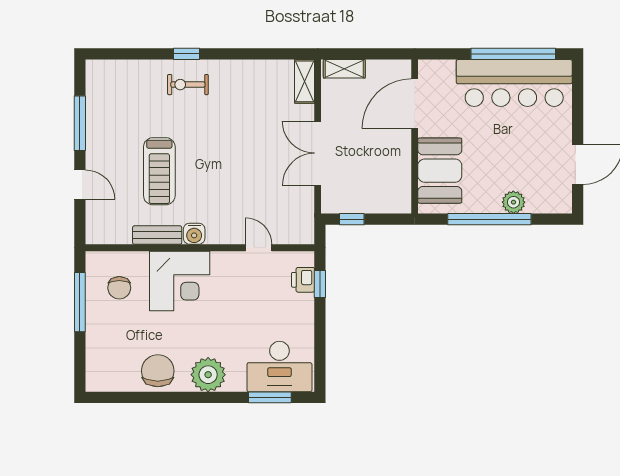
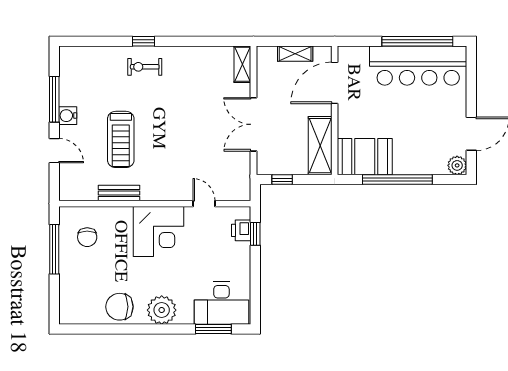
shelving: (344, 69) -> (295, 54), moved
booth: (440, 171) -> (365, 157), moved, turned 90
shelving: (397, 179) -> (320, 146), added
plant: (513, 202) -> (457, 165), moved
water cooler: (194, 234) -> (68, 116), moved, turned 90
corner desk: (180, 281) -> (158, 231), moved
chair: (158, 371) -> (119, 307), turned -90

